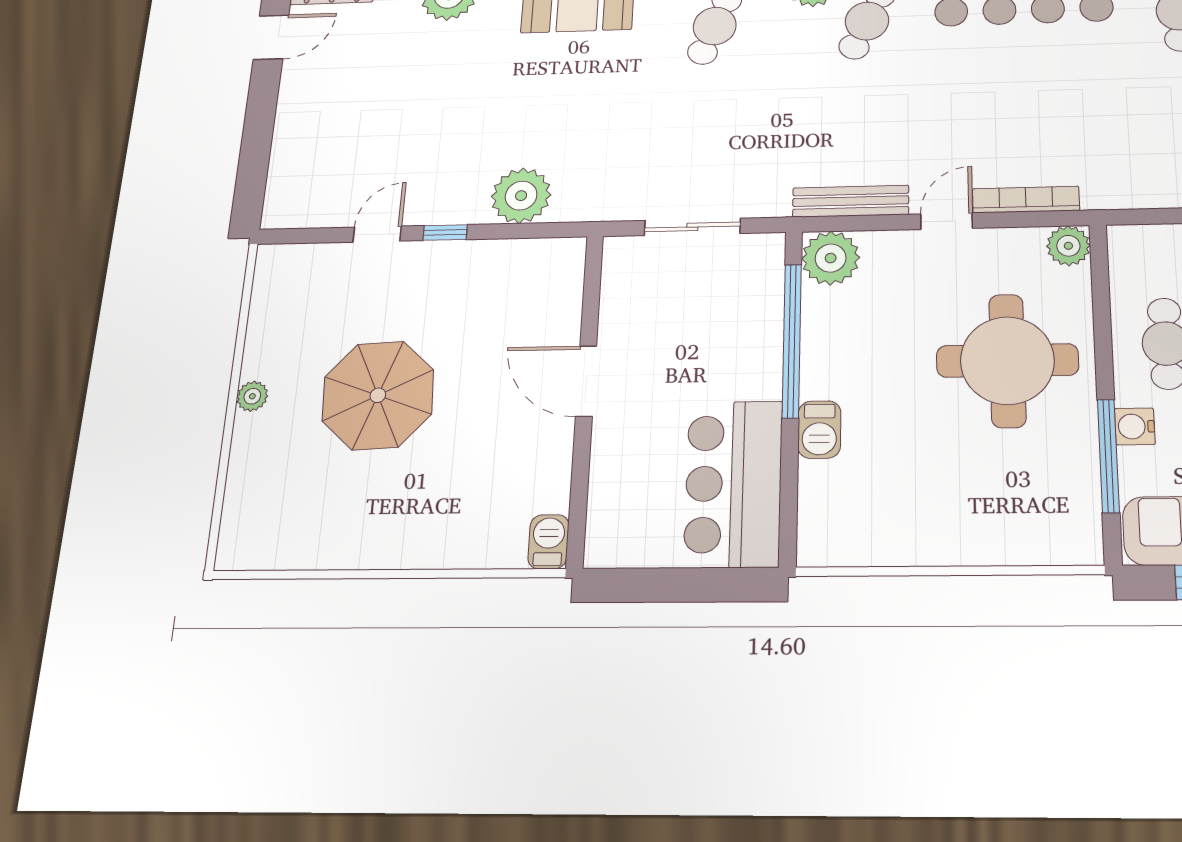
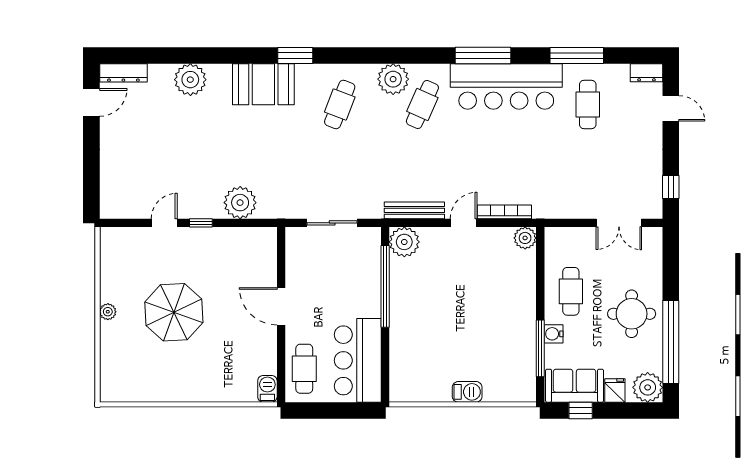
round table: (1007, 360) -> (493, 299), removed
barbecue: (819, 430) -> (467, 392), moved, turned -90
cafe table: (625, 501) -> (304, 369), added

